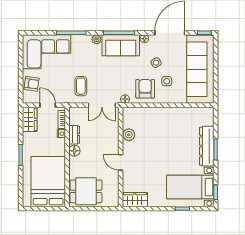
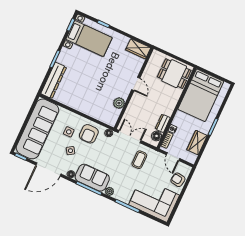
wardrobe: (30, 119) -> (197, 143), moved
dresser: (207, 146) -> (54, 80), moved
floor lamp: (74, 151) -> (157, 136), moved

